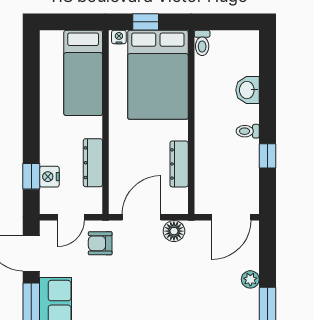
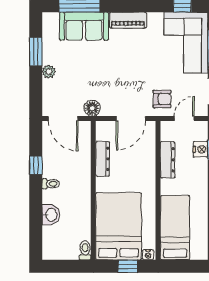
door: (231, 217) -> (63, 119), swing flipped
floor lamp: (174, 231) -> (92, 108), moved

